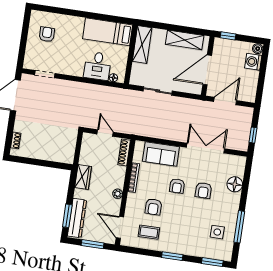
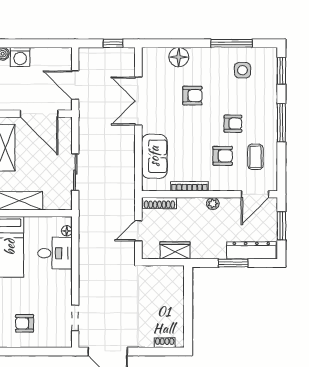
wardrobe: (83, 177) -> (175, 250), moved
armchair: (177, 186) -> (233, 124), moved
window: (67, 216) -> (233, 263), moved
window: (172, 256) -> (281, 123), width x1.44

